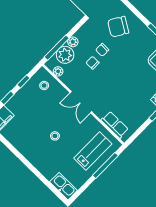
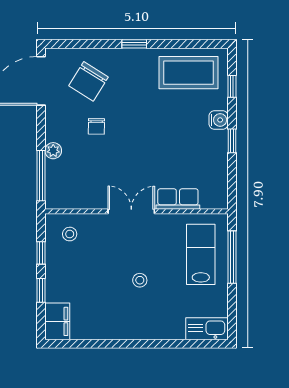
plant: (65, 55) -> (59, 174), removed
chair: (93, 63) -> (100, 152), removed
plant: (58, 71) -> (70, 202), removed
double door: (81, 102) -> (131, 211), swing flipped
row of seats: (115, 125) -> (178, 199), moved

